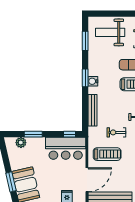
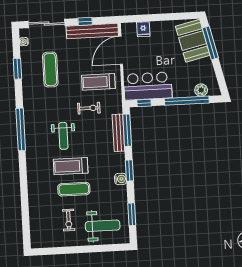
water cooler: (93, 81) -> (121, 179), moved
window: (85, 112) -> (127, 130), added
window: (33, 134) -> (187, 101), width x2.11
window: (11, 182) -> (210, 43), width x1.44

